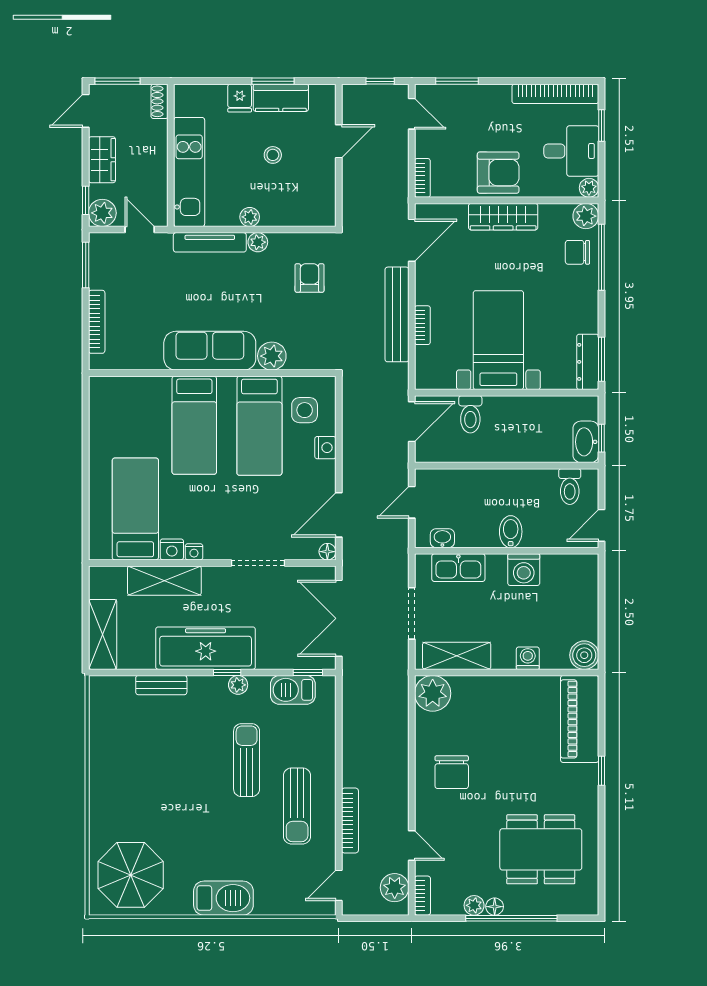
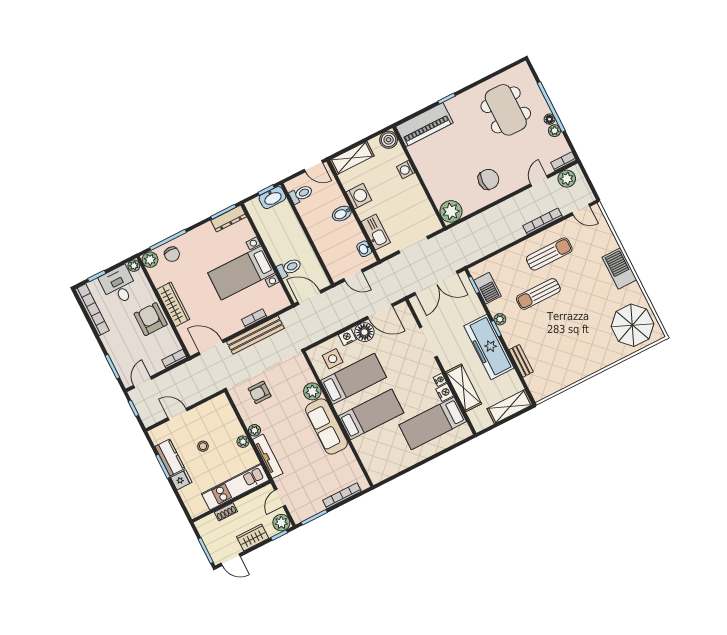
shoe rack: (159, 101) -> (226, 512), moved
floor lamp: (327, 552) -> (364, 332), moved, width x1.89, depth x1.89
shelving: (457, 656) -> (352, 158), moved, turned 90

